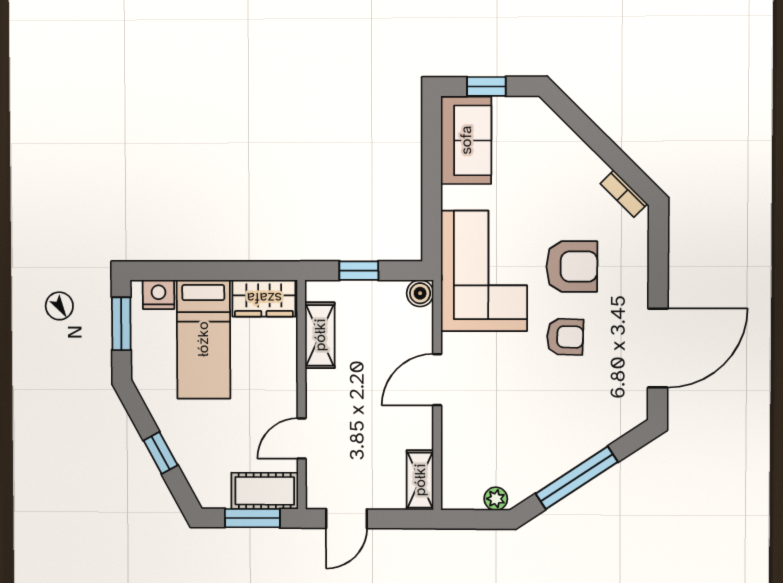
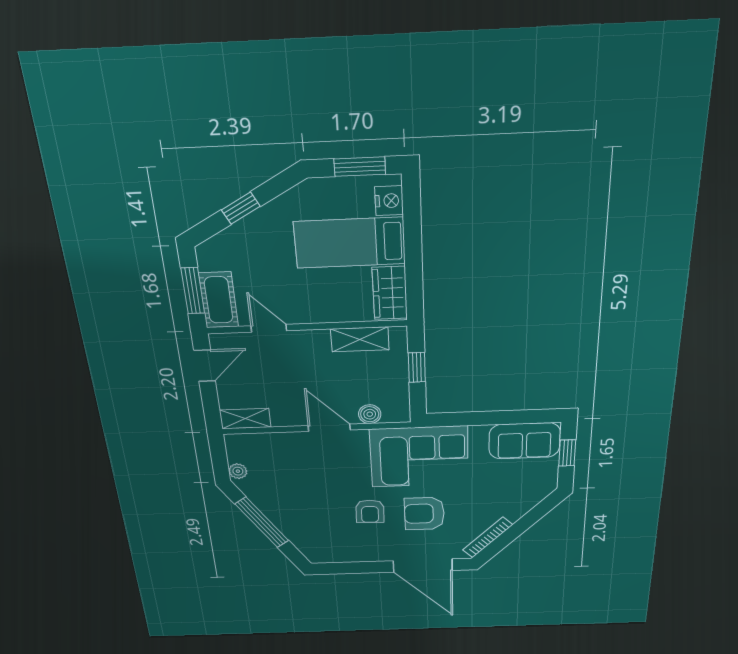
bookcase: (624, 194) -> (488, 537), width x1.56
armchair: (572, 267) -> (424, 514), turned 90
boiler: (420, 293) -> (370, 414), moved
door: (658, 348) -> (423, 566), moved
door: (346, 519) -> (205, 366), swing flipped

